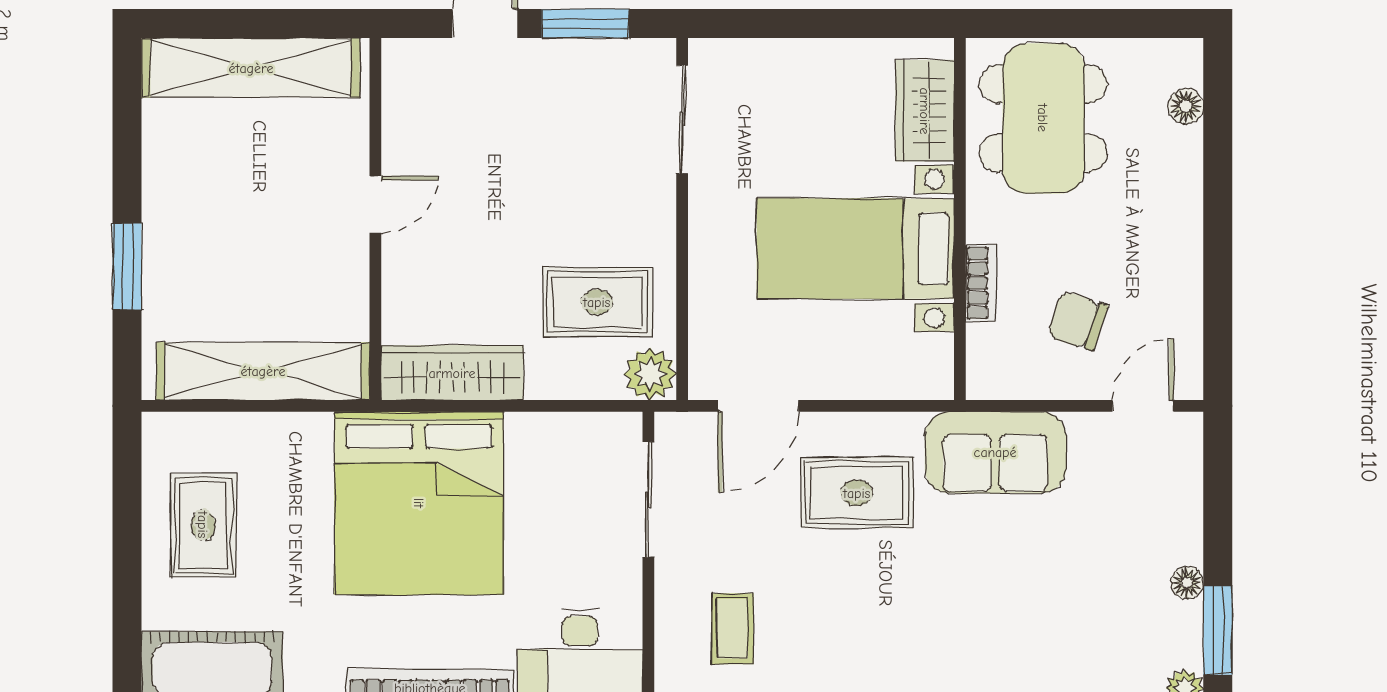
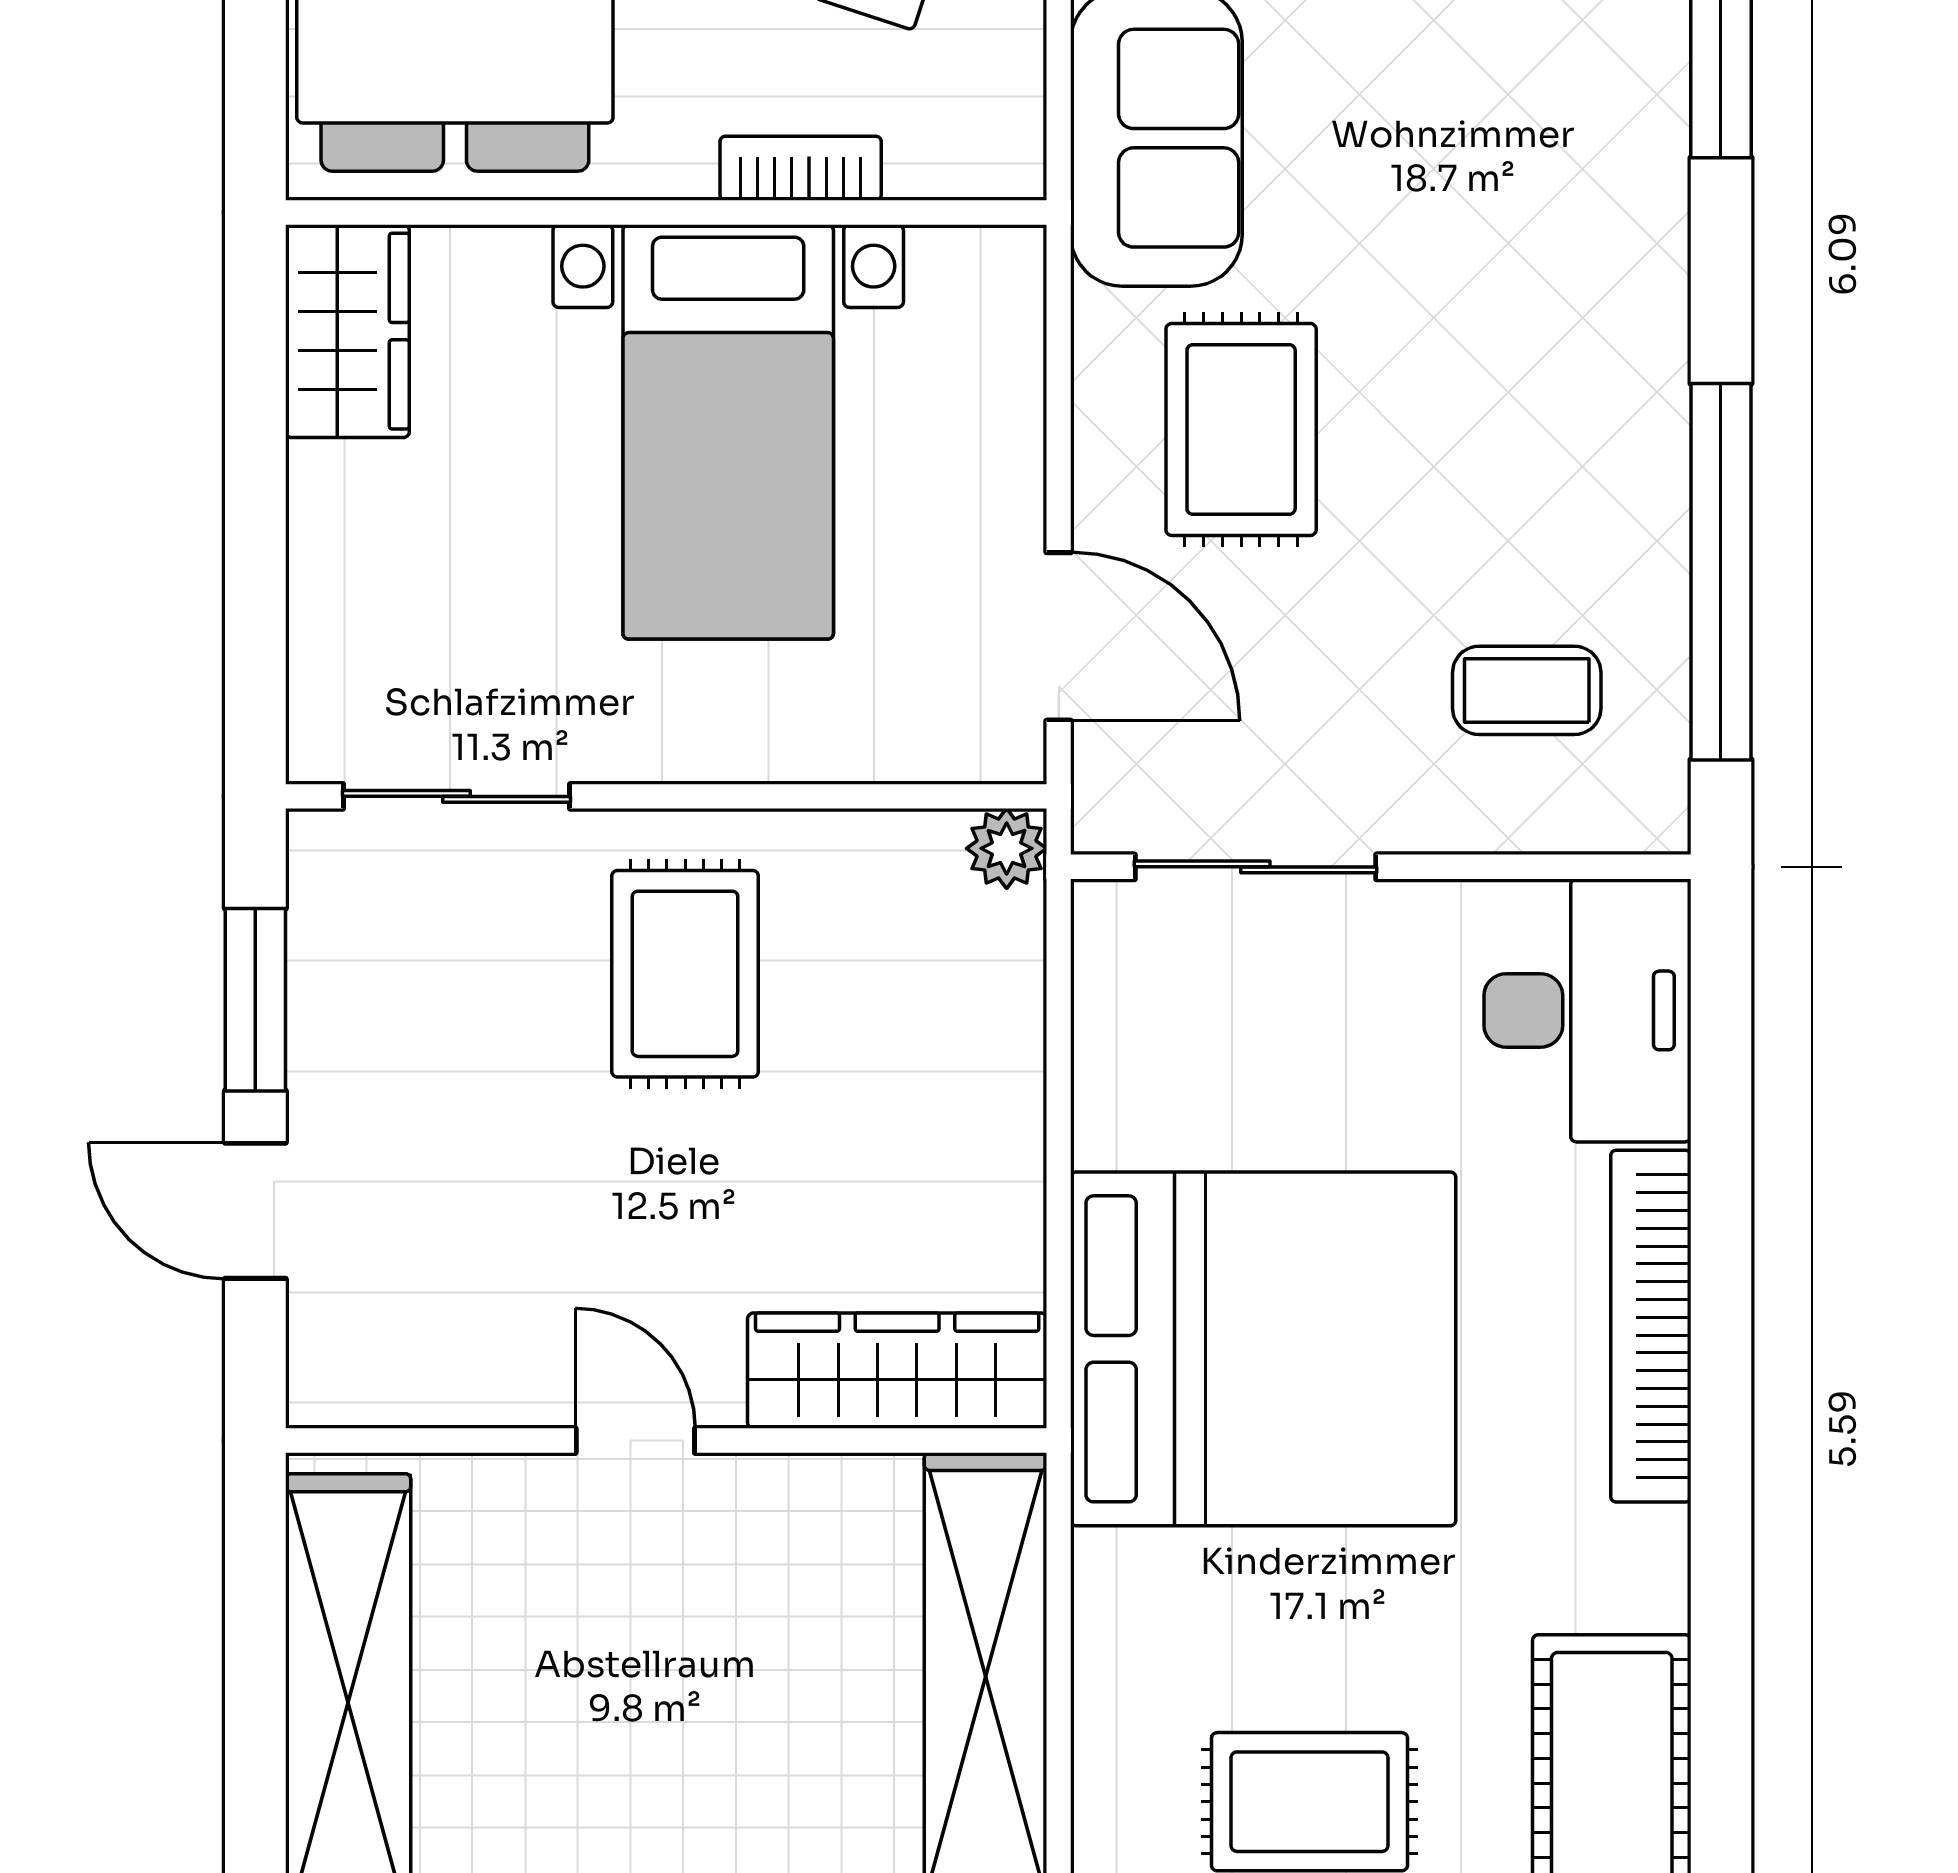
wardrobe: (925, 111) -> (347, 331), moved, turned -90
rug: (597, 302) -> (685, 974), moved
wardrobe: (452, 373) -> (897, 1371), moved, turned 90
plant: (650, 374) -> (1007, 848), width x0.73, depth x0.73

